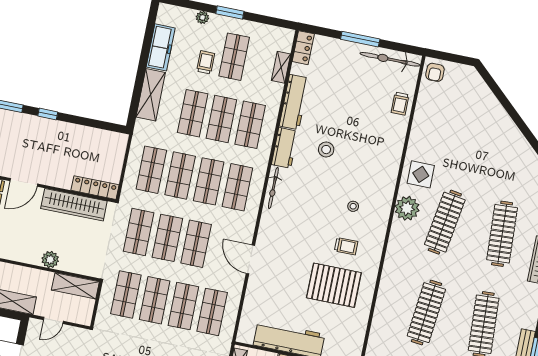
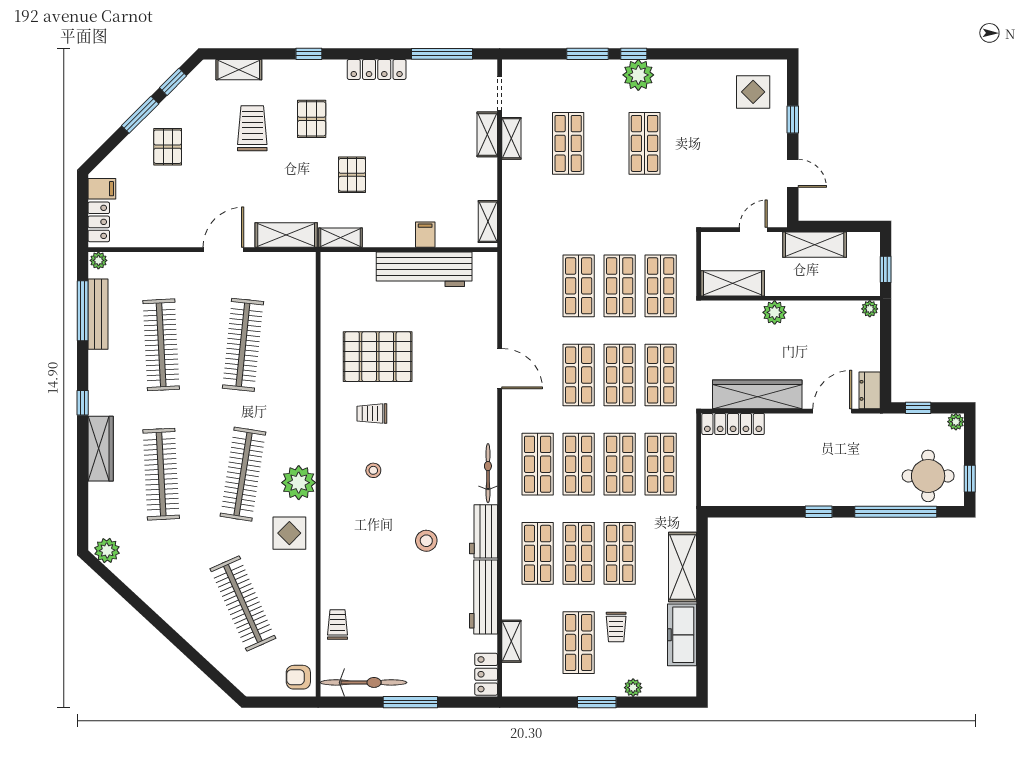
armchair: (435, 72) -> (298, 677), turned -90
clothes rail: (463, 132) -> (243, 603), added
shop shelf: (212, 312) -> (538, 286), removed

